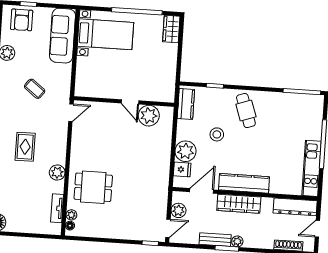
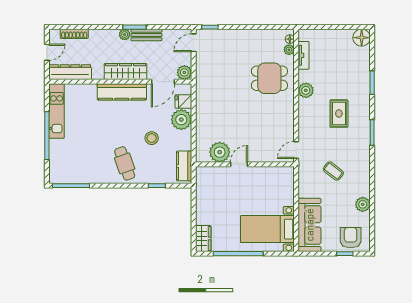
door: (130, 102) -> (239, 164), hinge flipped
plant: (179, 210) -> (184, 72), moved

